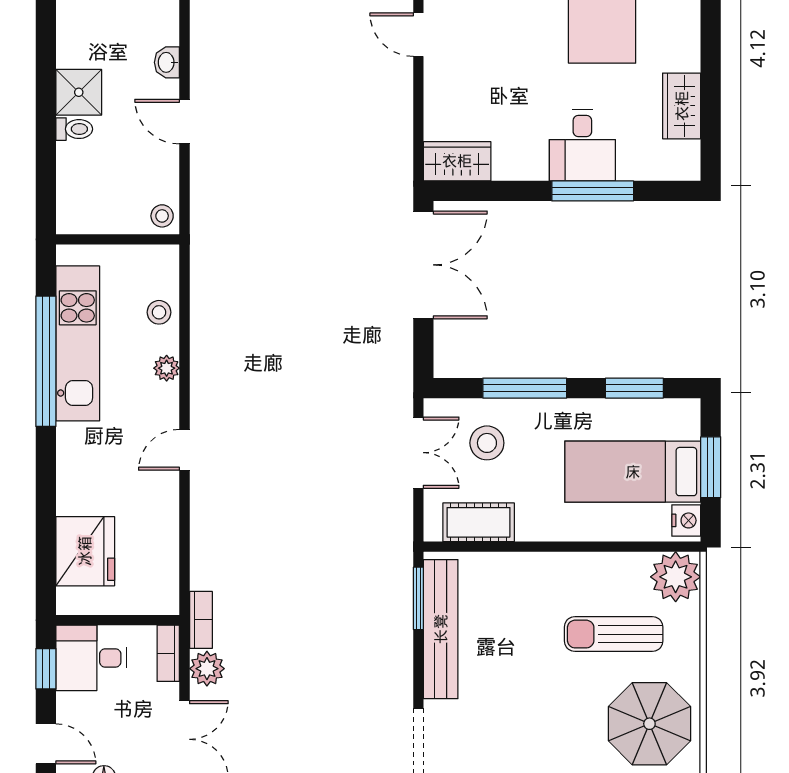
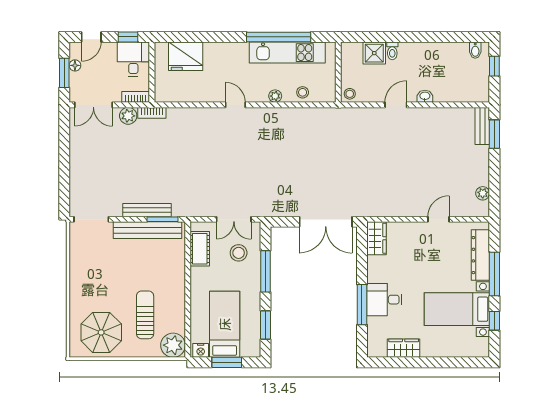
shower: (79, 92) -> (374, 53), moved
bench: (400, 630) -> (147, 210), added

